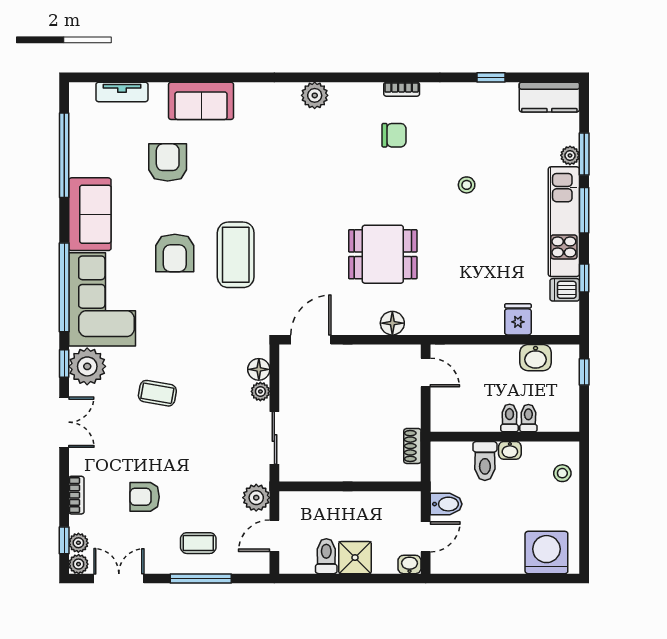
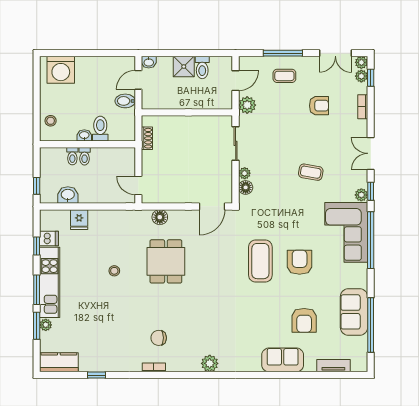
stool: (467, 185) -> (114, 271), moved
sofa: (90, 214) -> (354, 312), moved
dining table: (383, 254) -> (166, 261), turned 90
plant: (87, 366) -> (361, 195), width x0.53, depth x0.53

